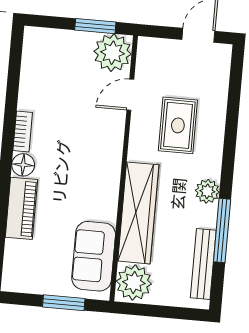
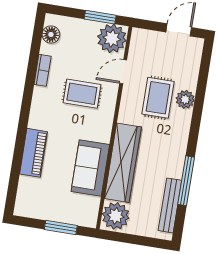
rug: (79, 127) -> (82, 94), added
bookcase: (23, 131) -> (43, 70), moved
floor lamp: (23, 165) -> (51, 34), moved
plant: (207, 191) -> (185, 99), moved
sofa: (94, 256) -> (90, 168), moved

